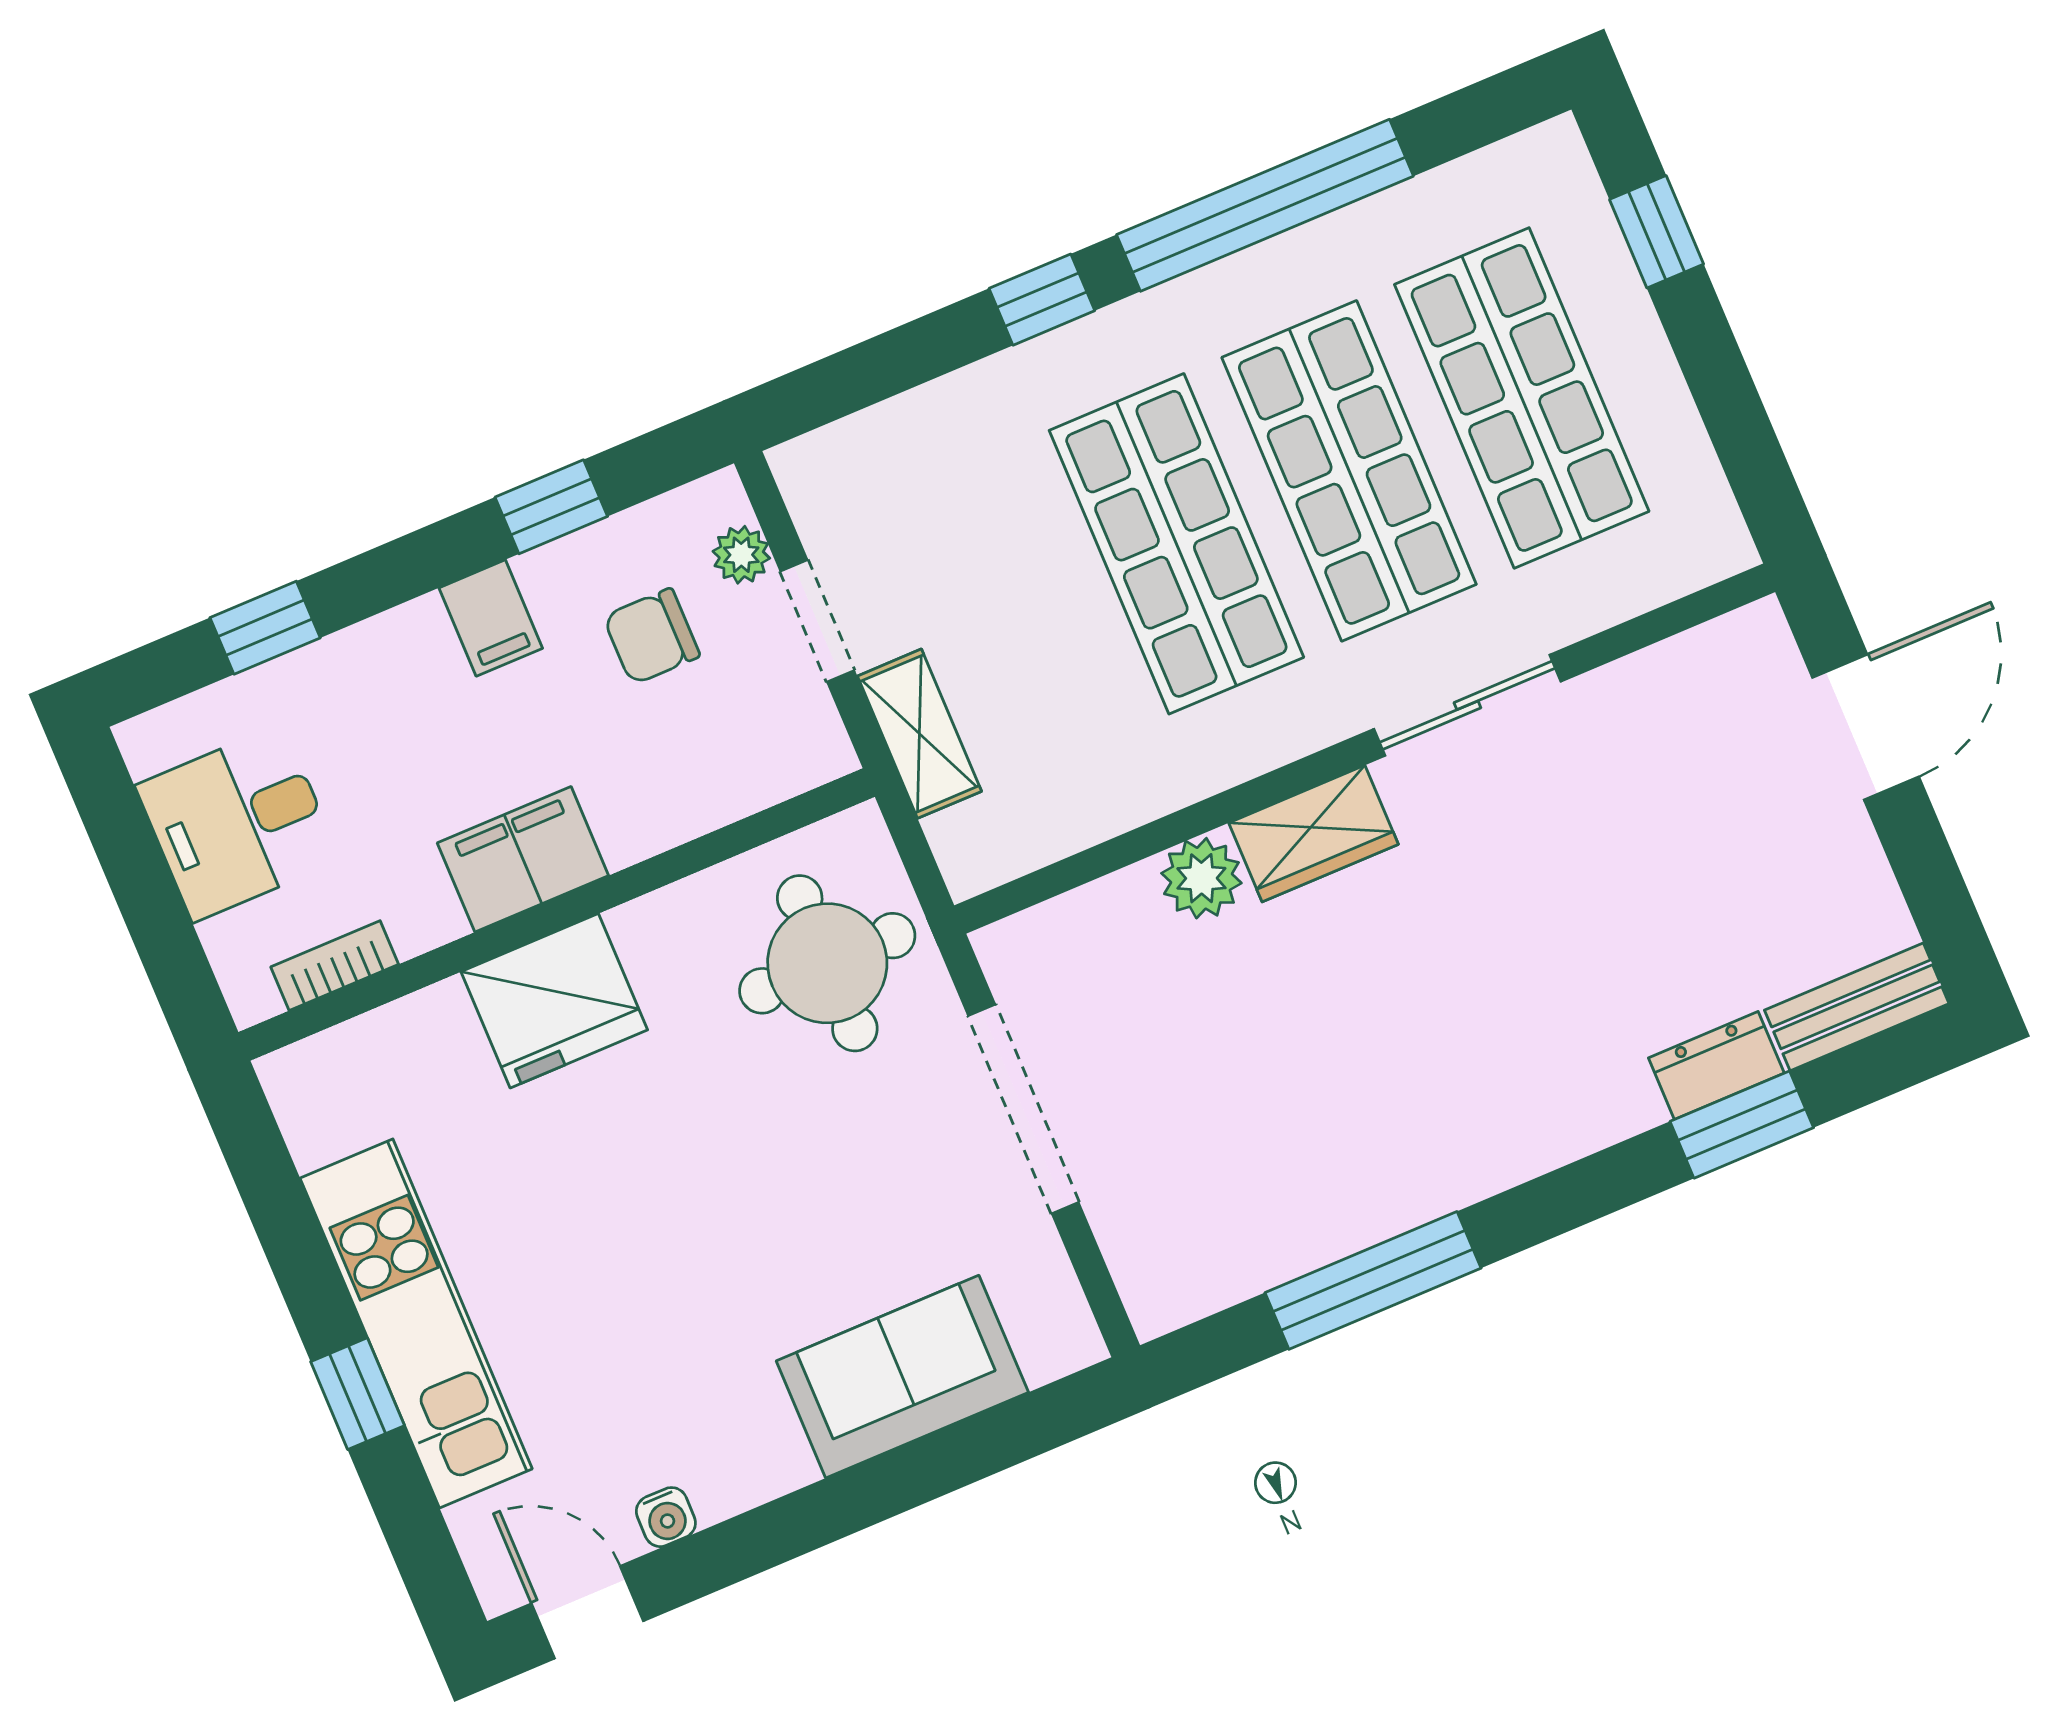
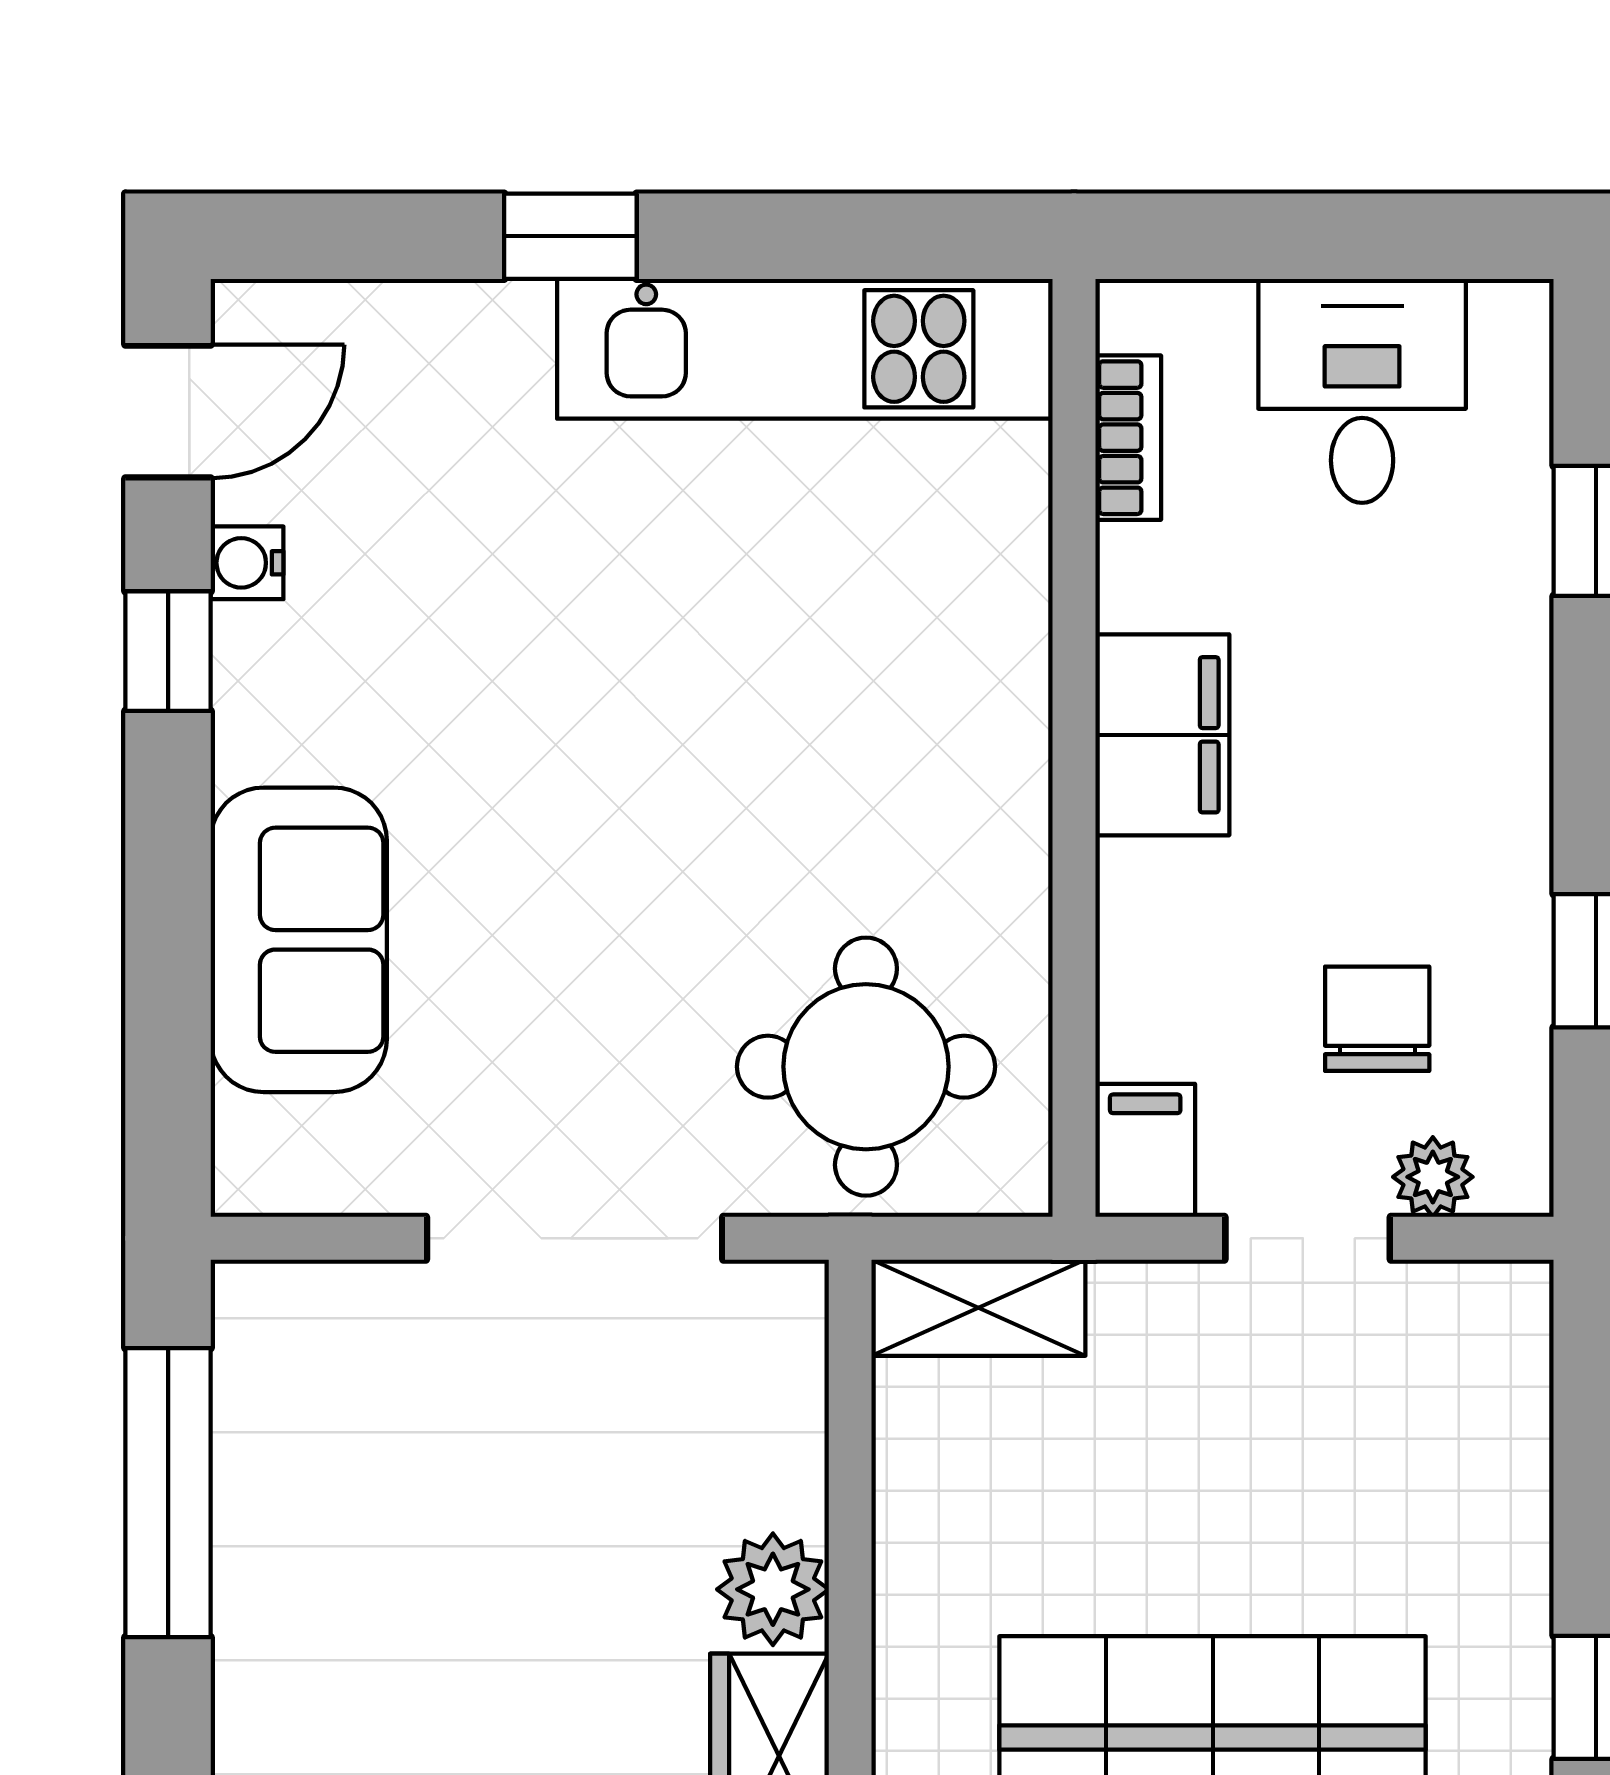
filing cabinet: (491, 618) -> (1145, 1150), moved, turned 90
shelving: (919, 734) -> (978, 1308), moved
fridge: (554, 1001) -> (965, 698), removed
window: (1373, 1280) -> (168, 1493), moved
kitchen unit: (416, 1323) -> (805, 349), moved
window: (747, 1545) -> (168, 651), added

